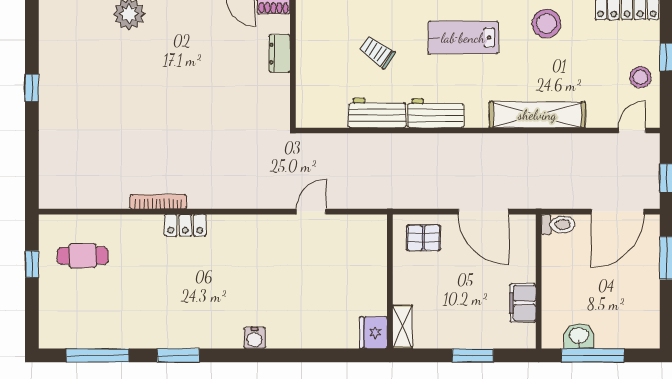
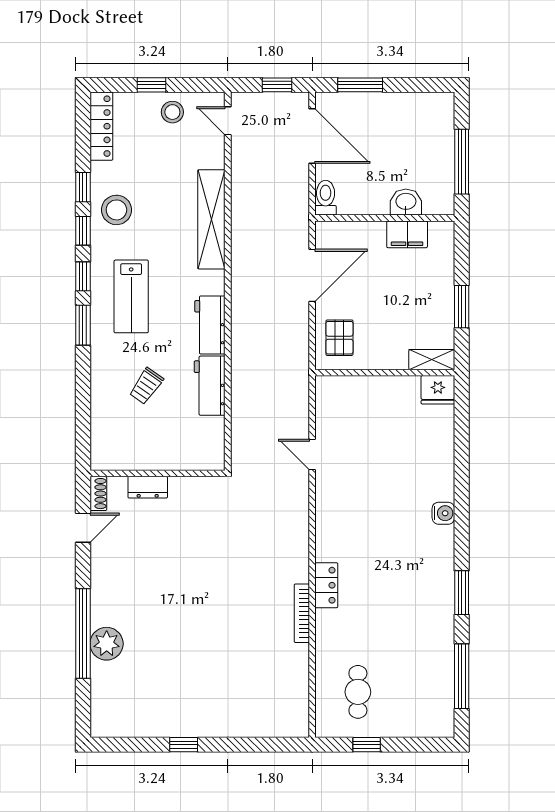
washbasin: (579, 336) -> (406, 202), moved, turned 90
window: (473, 355) -> (462, 307), moved

